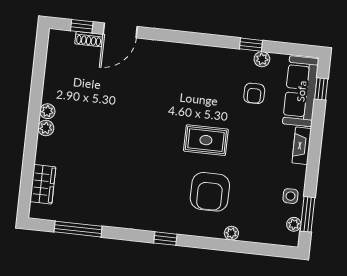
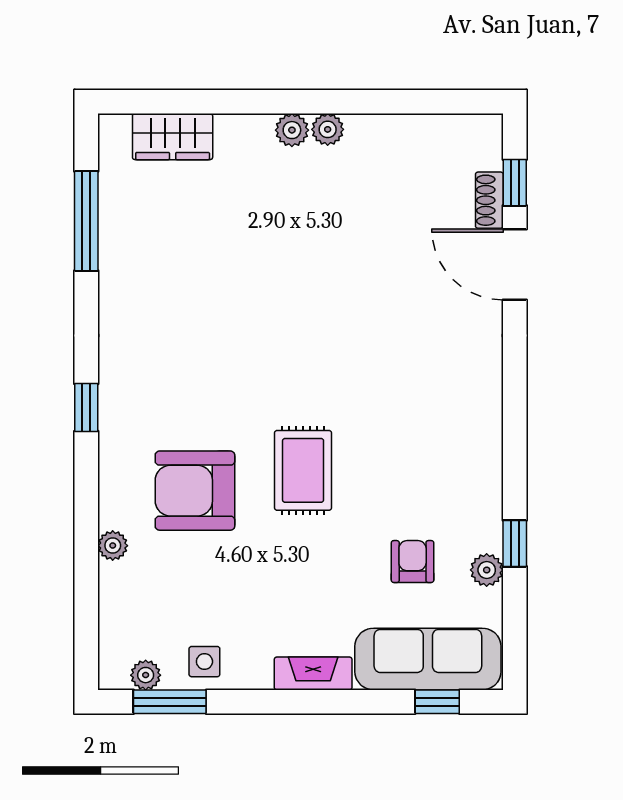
armchair: (254, 93) -> (413, 562), turned 90

